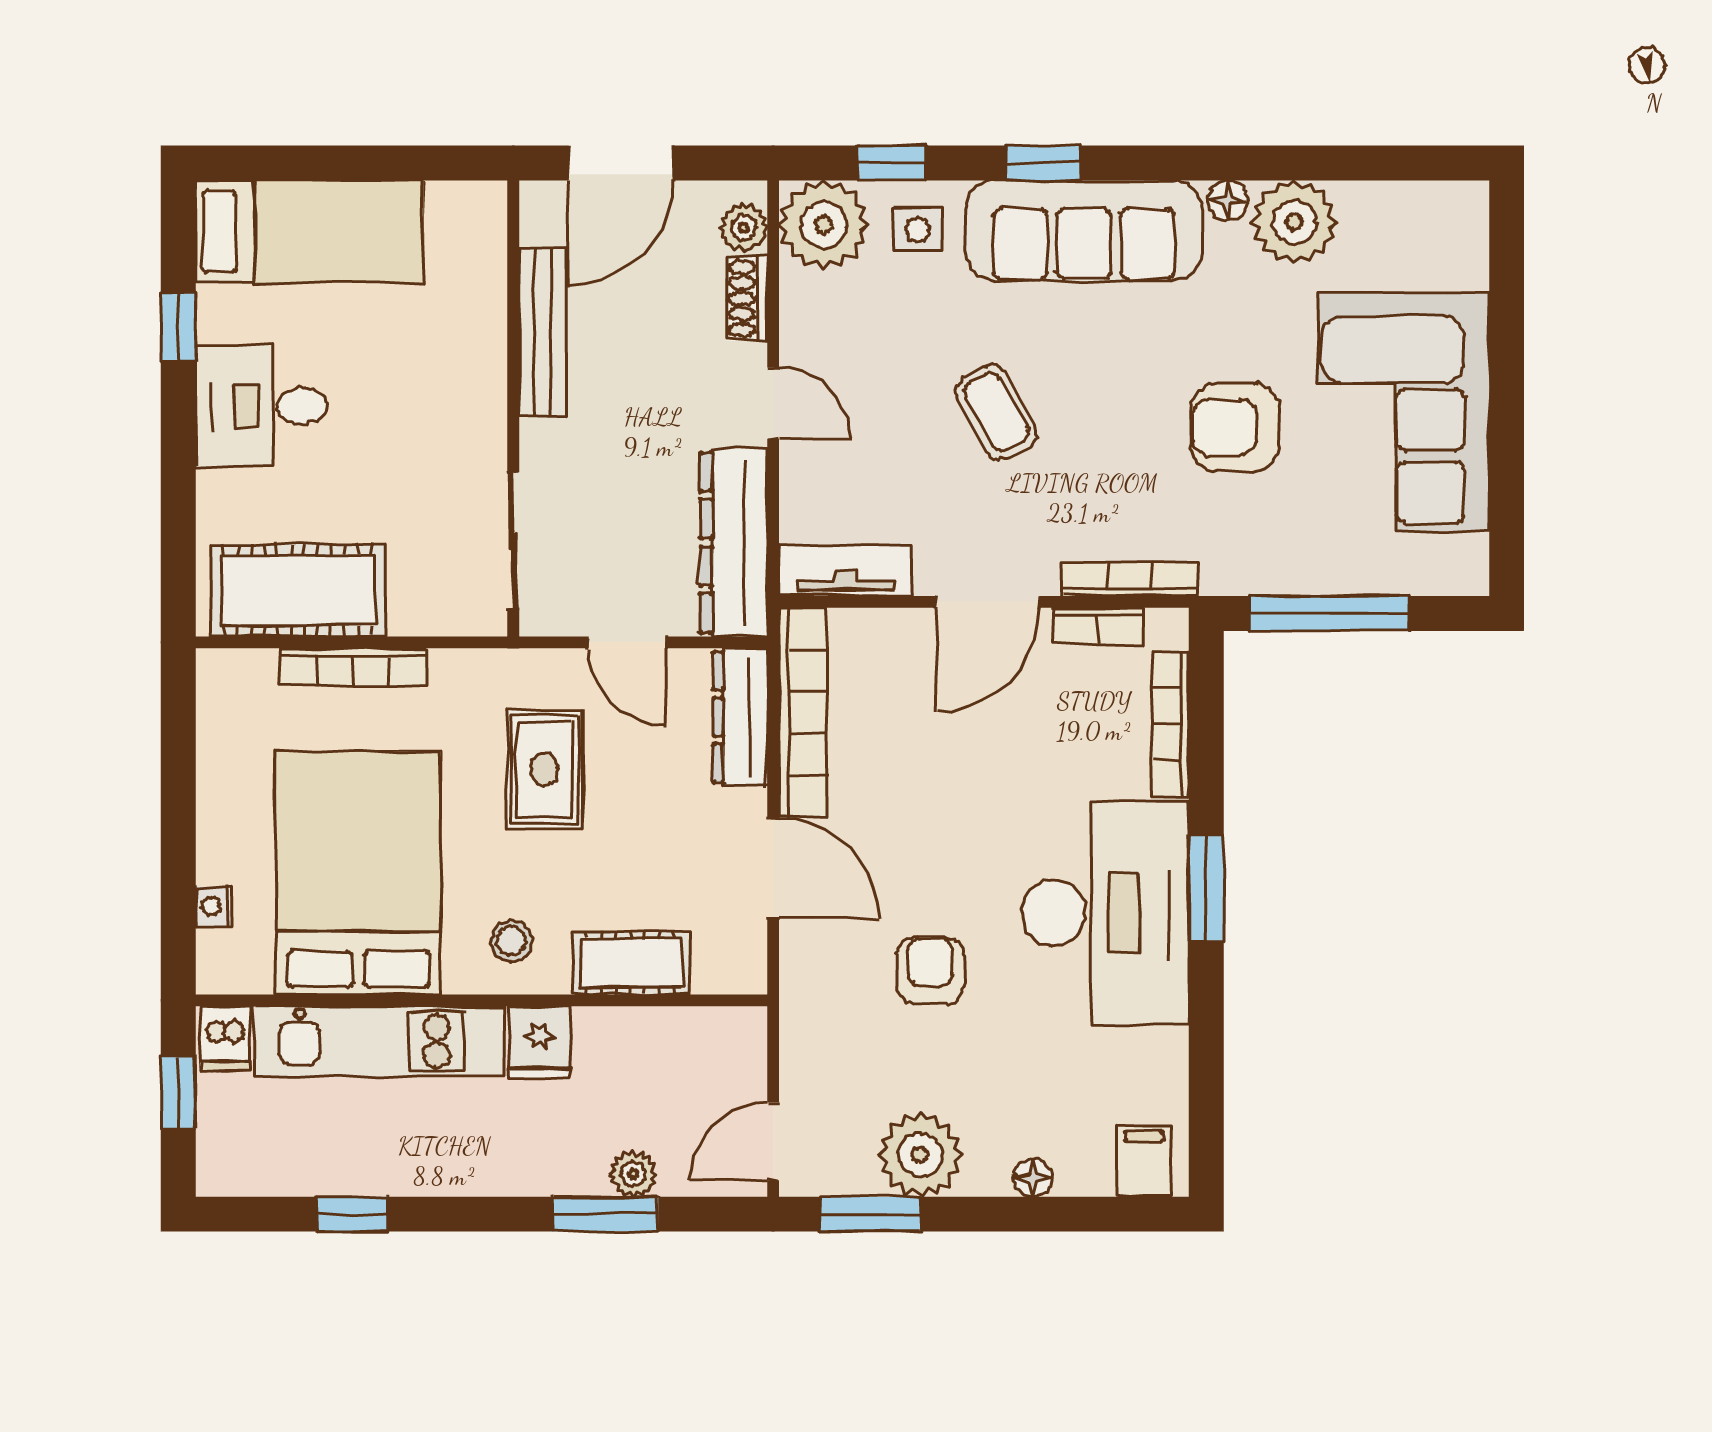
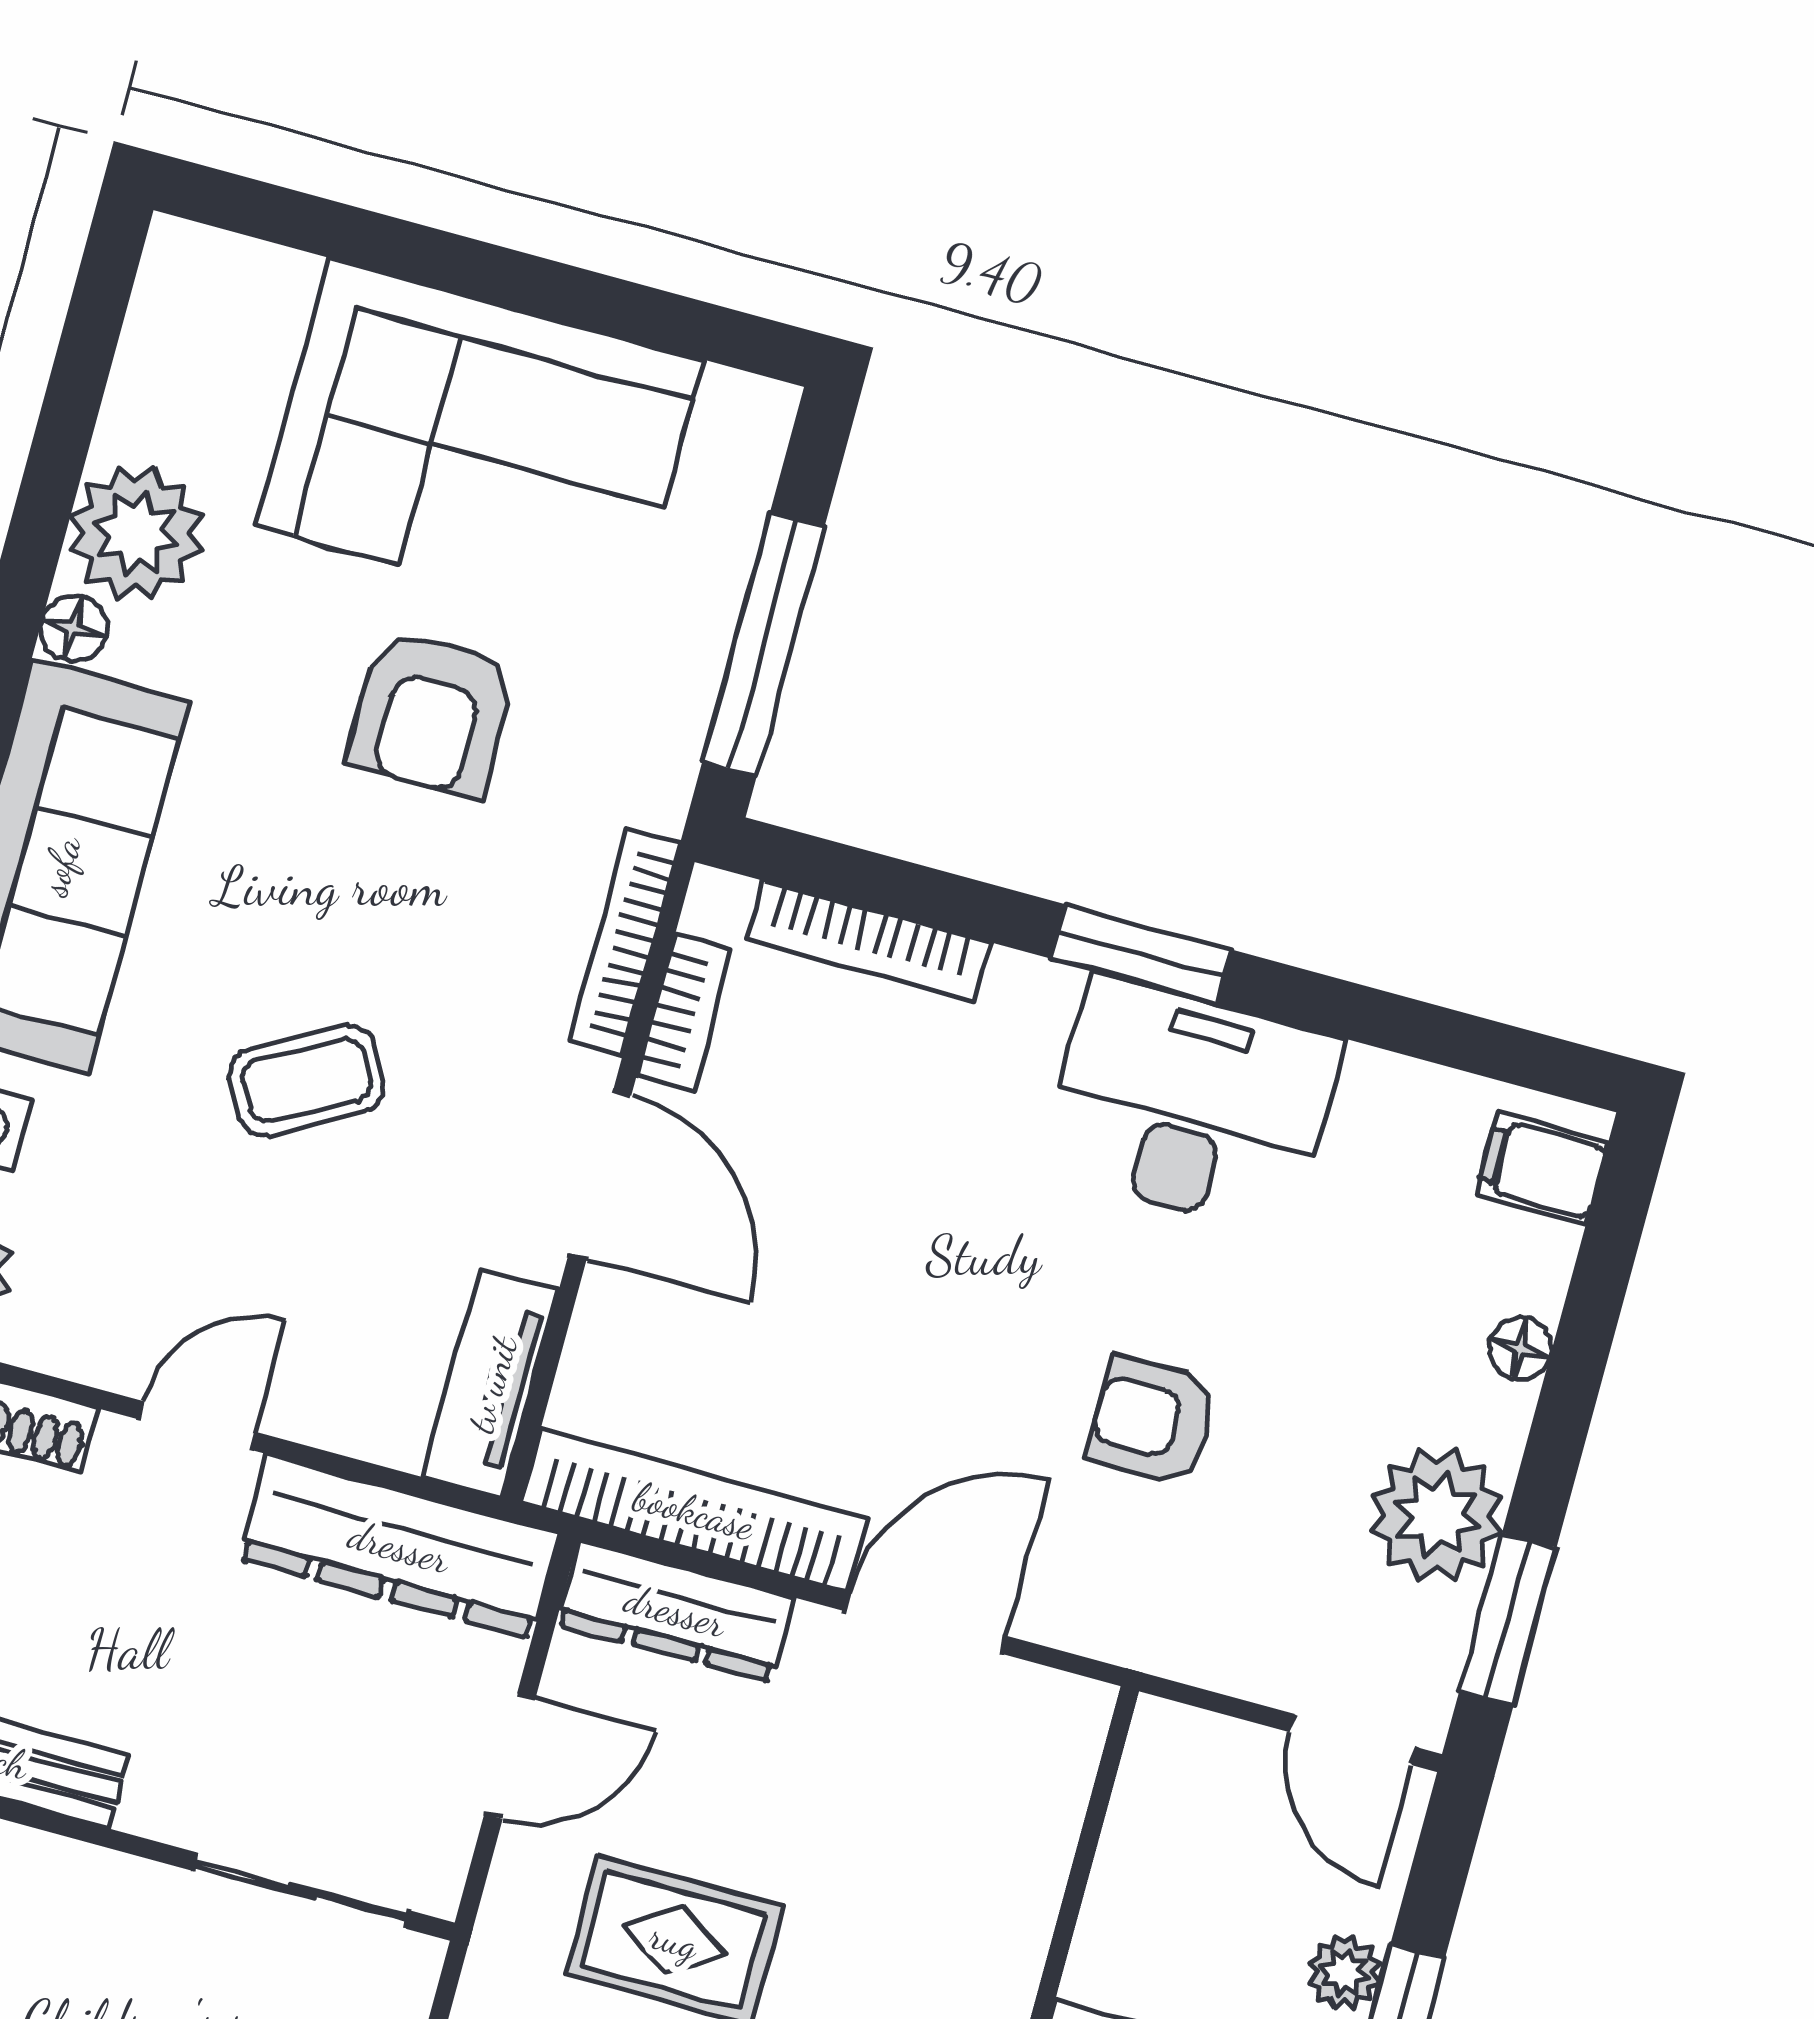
desk: (1105, 913) -> (1192, 1105), width x0.73, depth x0.77
cot: (631, 963) -> (1013, 1887), removed

